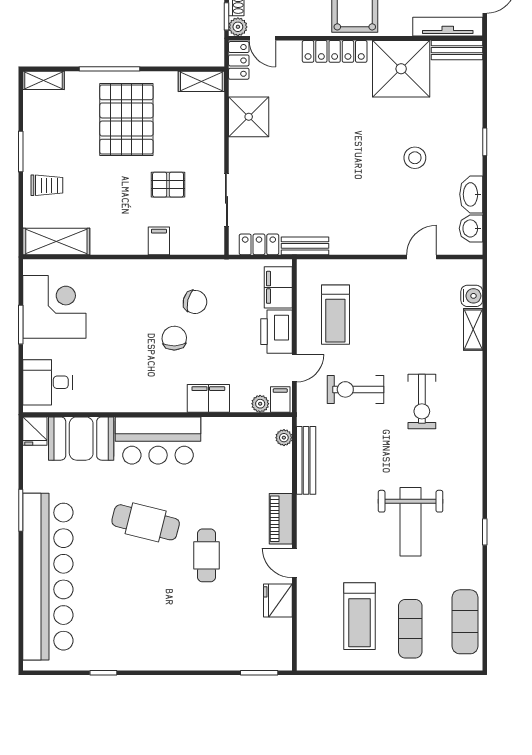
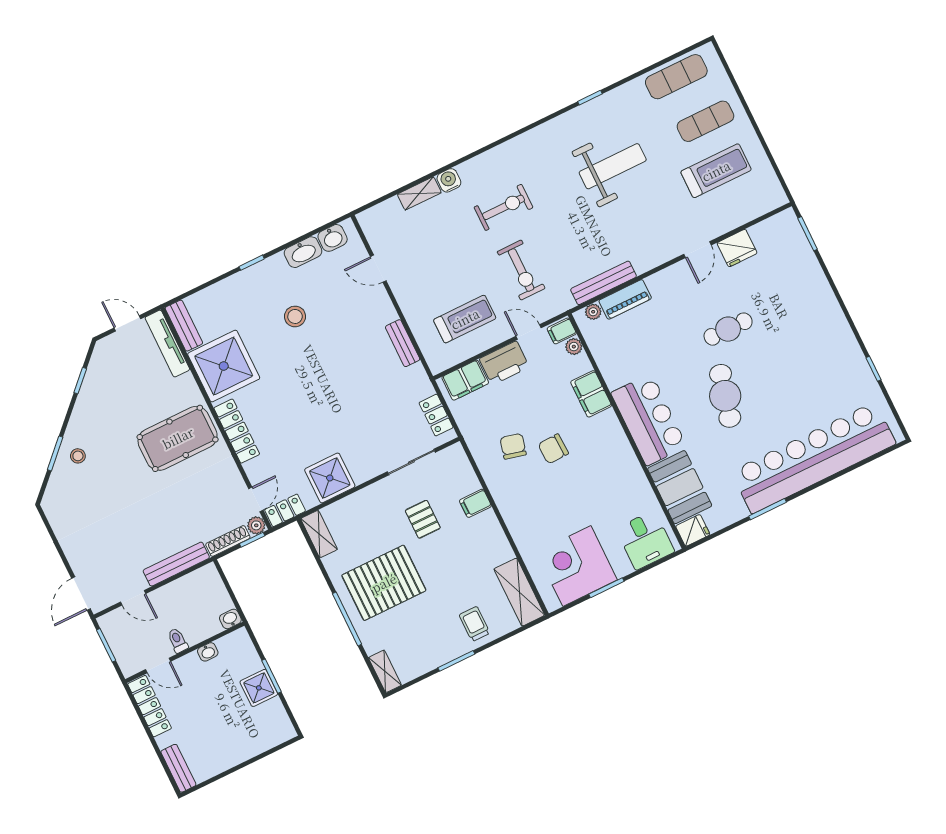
bench: (305, 246) -> (403, 343), moved
water cooler: (472, 296) -> (449, 180), moved
piano: (281, 519) -> (625, 299), moved

